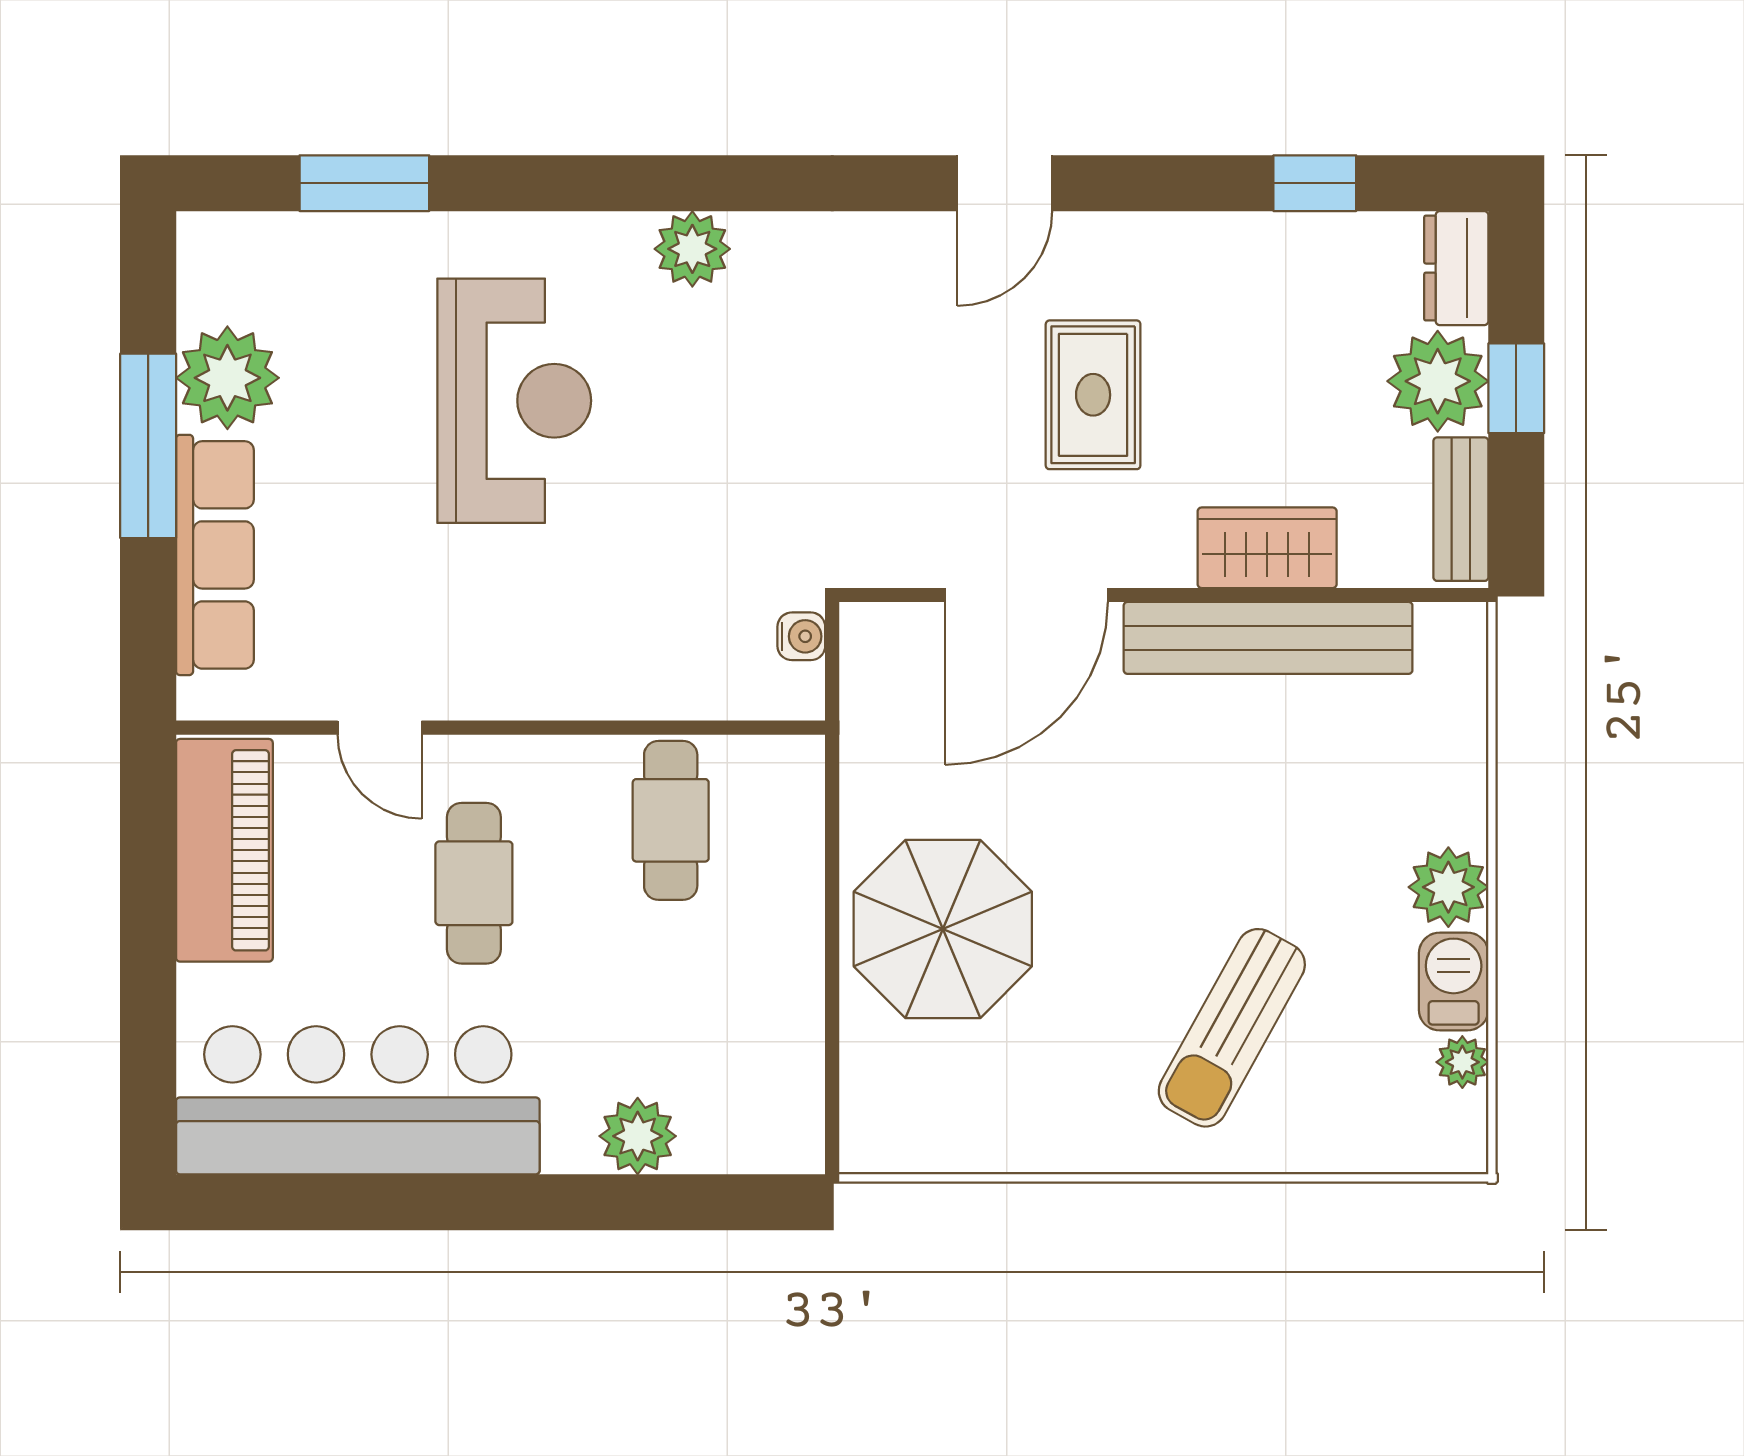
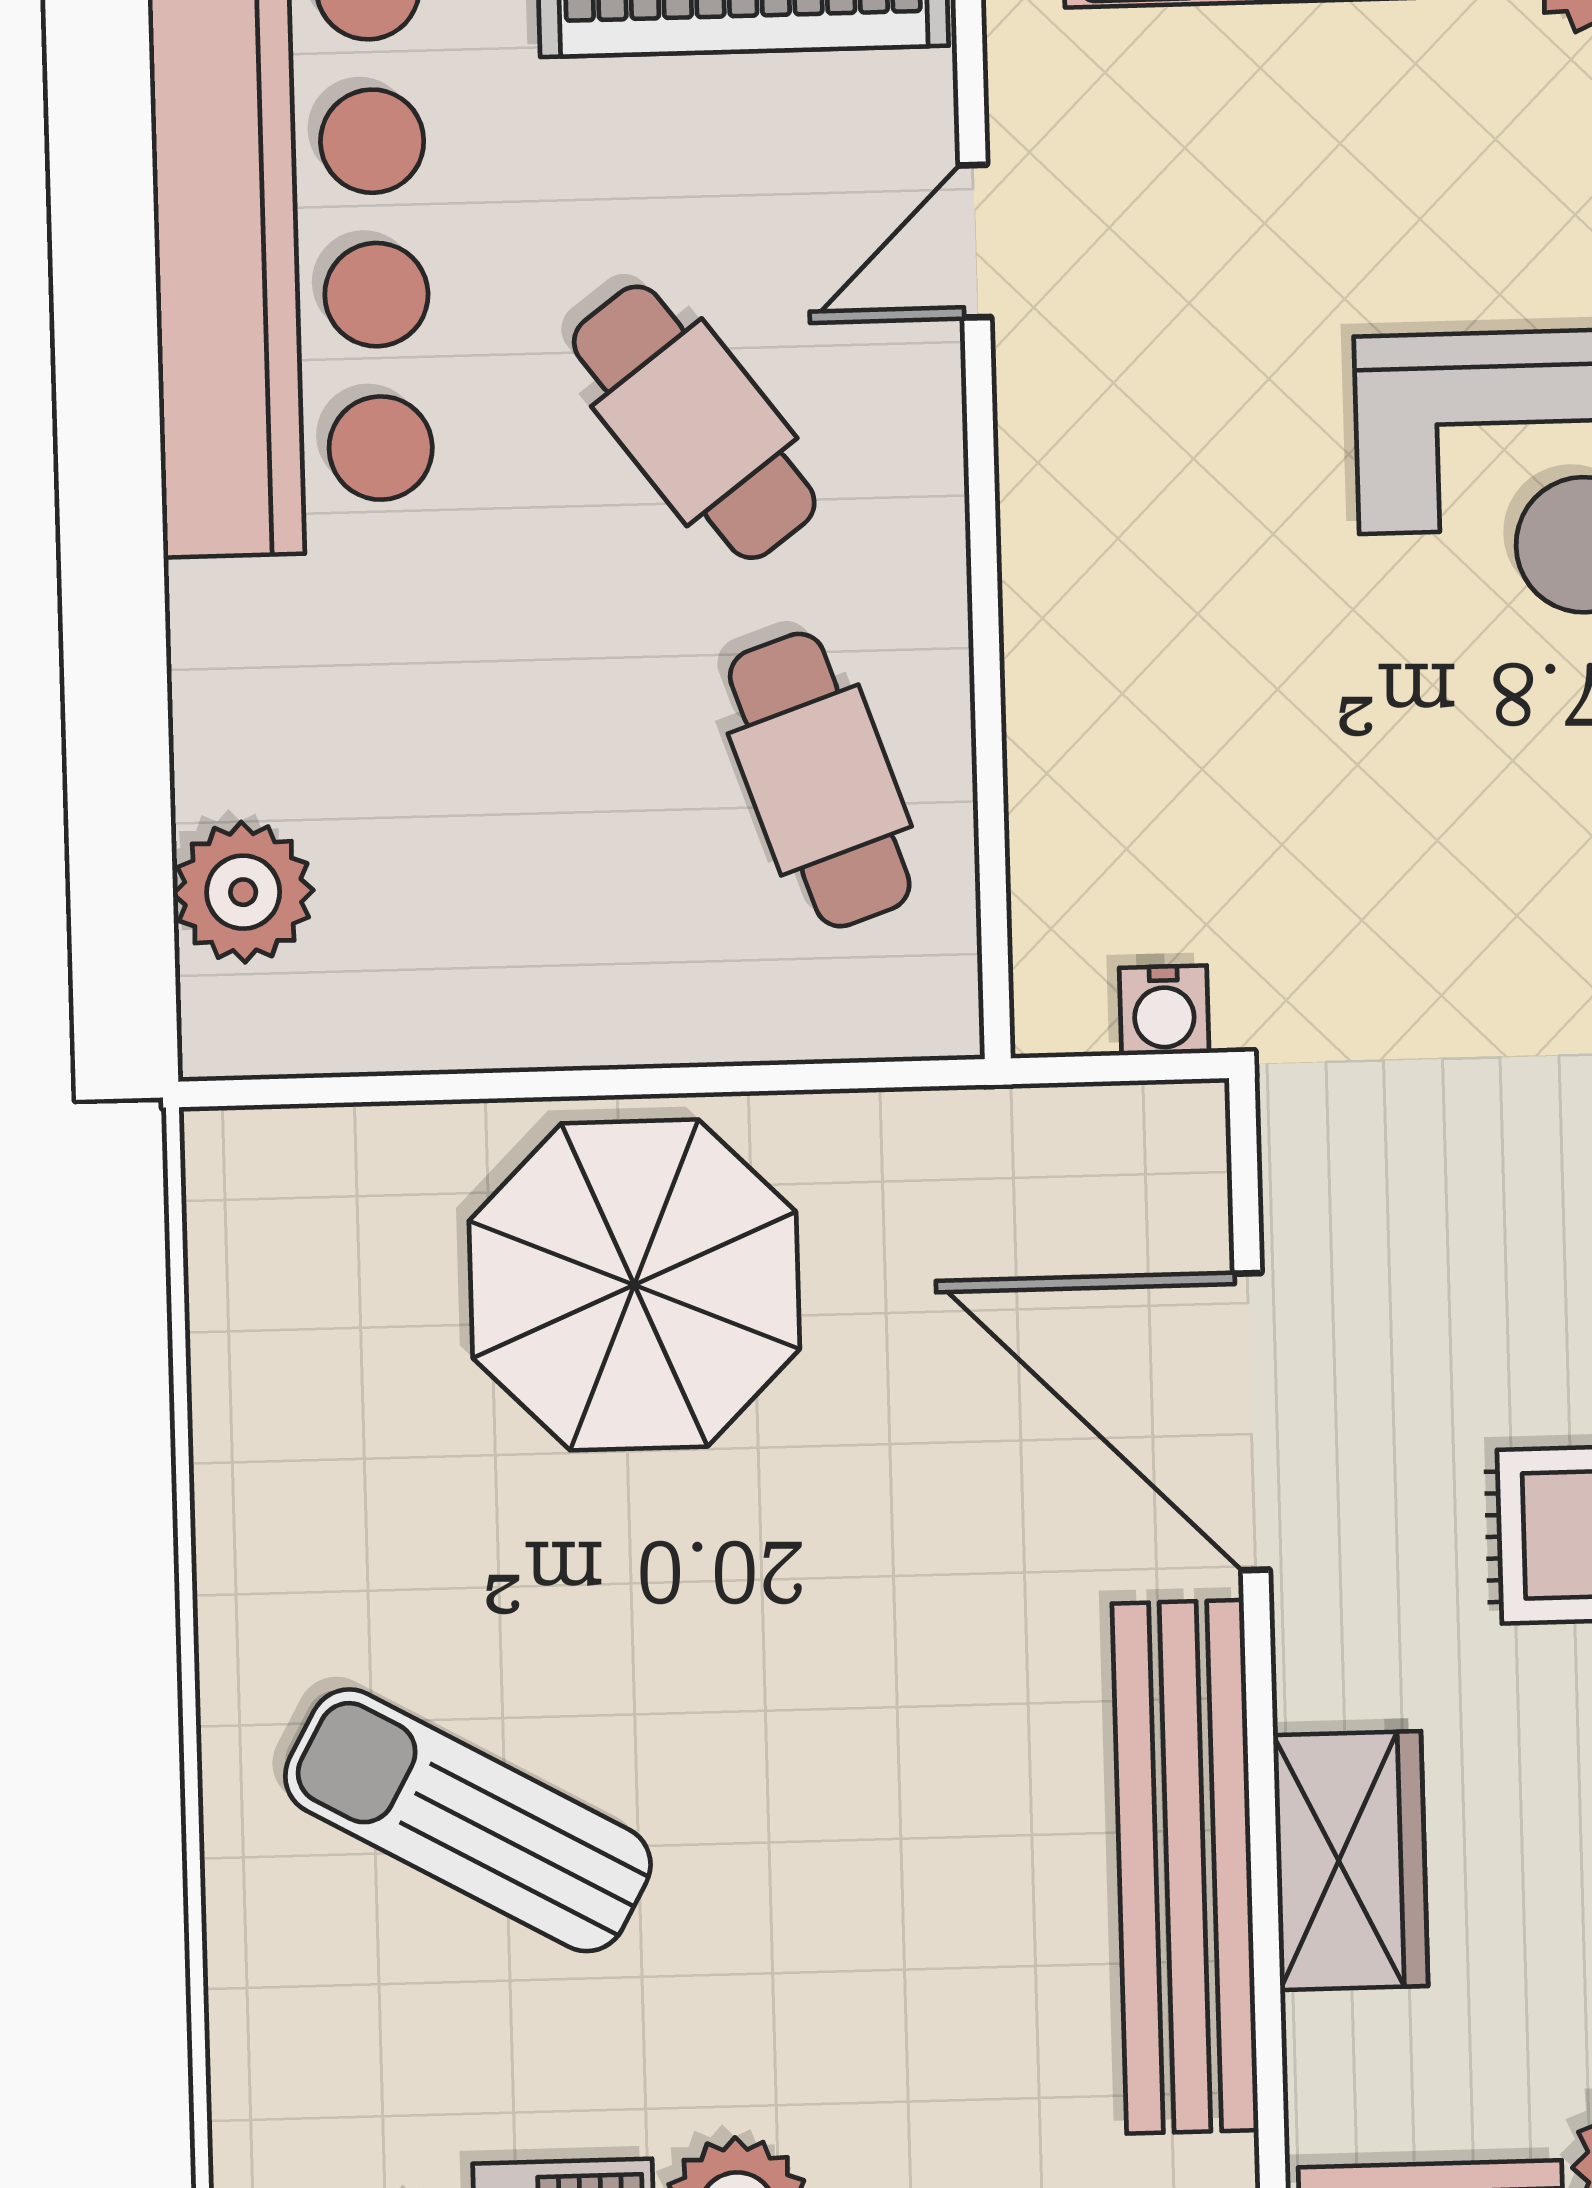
cafe table: (671, 820) -> (820, 780), turned 71
cafe table: (474, 883) -> (694, 422), turned 53
plant: (638, 1136) -> (243, 892), moved

